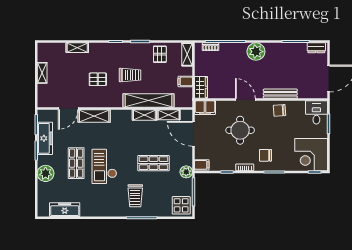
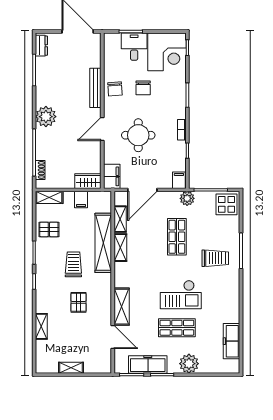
desk: (316, 112) -> (134, 47), moved, turned 90
chair: (265, 155) -> (143, 88), moved

